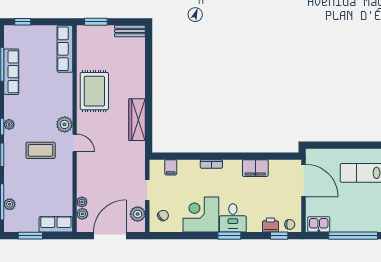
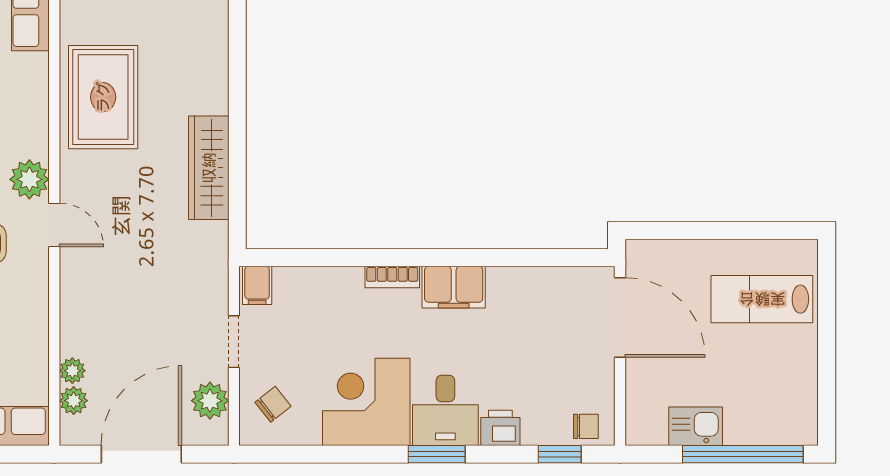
filing cabinet: (171, 167) -> (257, 285), moved
filing cabinet: (255, 168) -> (454, 287), moved
kitchen sink: (319, 224) -> (696, 426), moved
printer: (270, 225) -> (500, 428), moved

